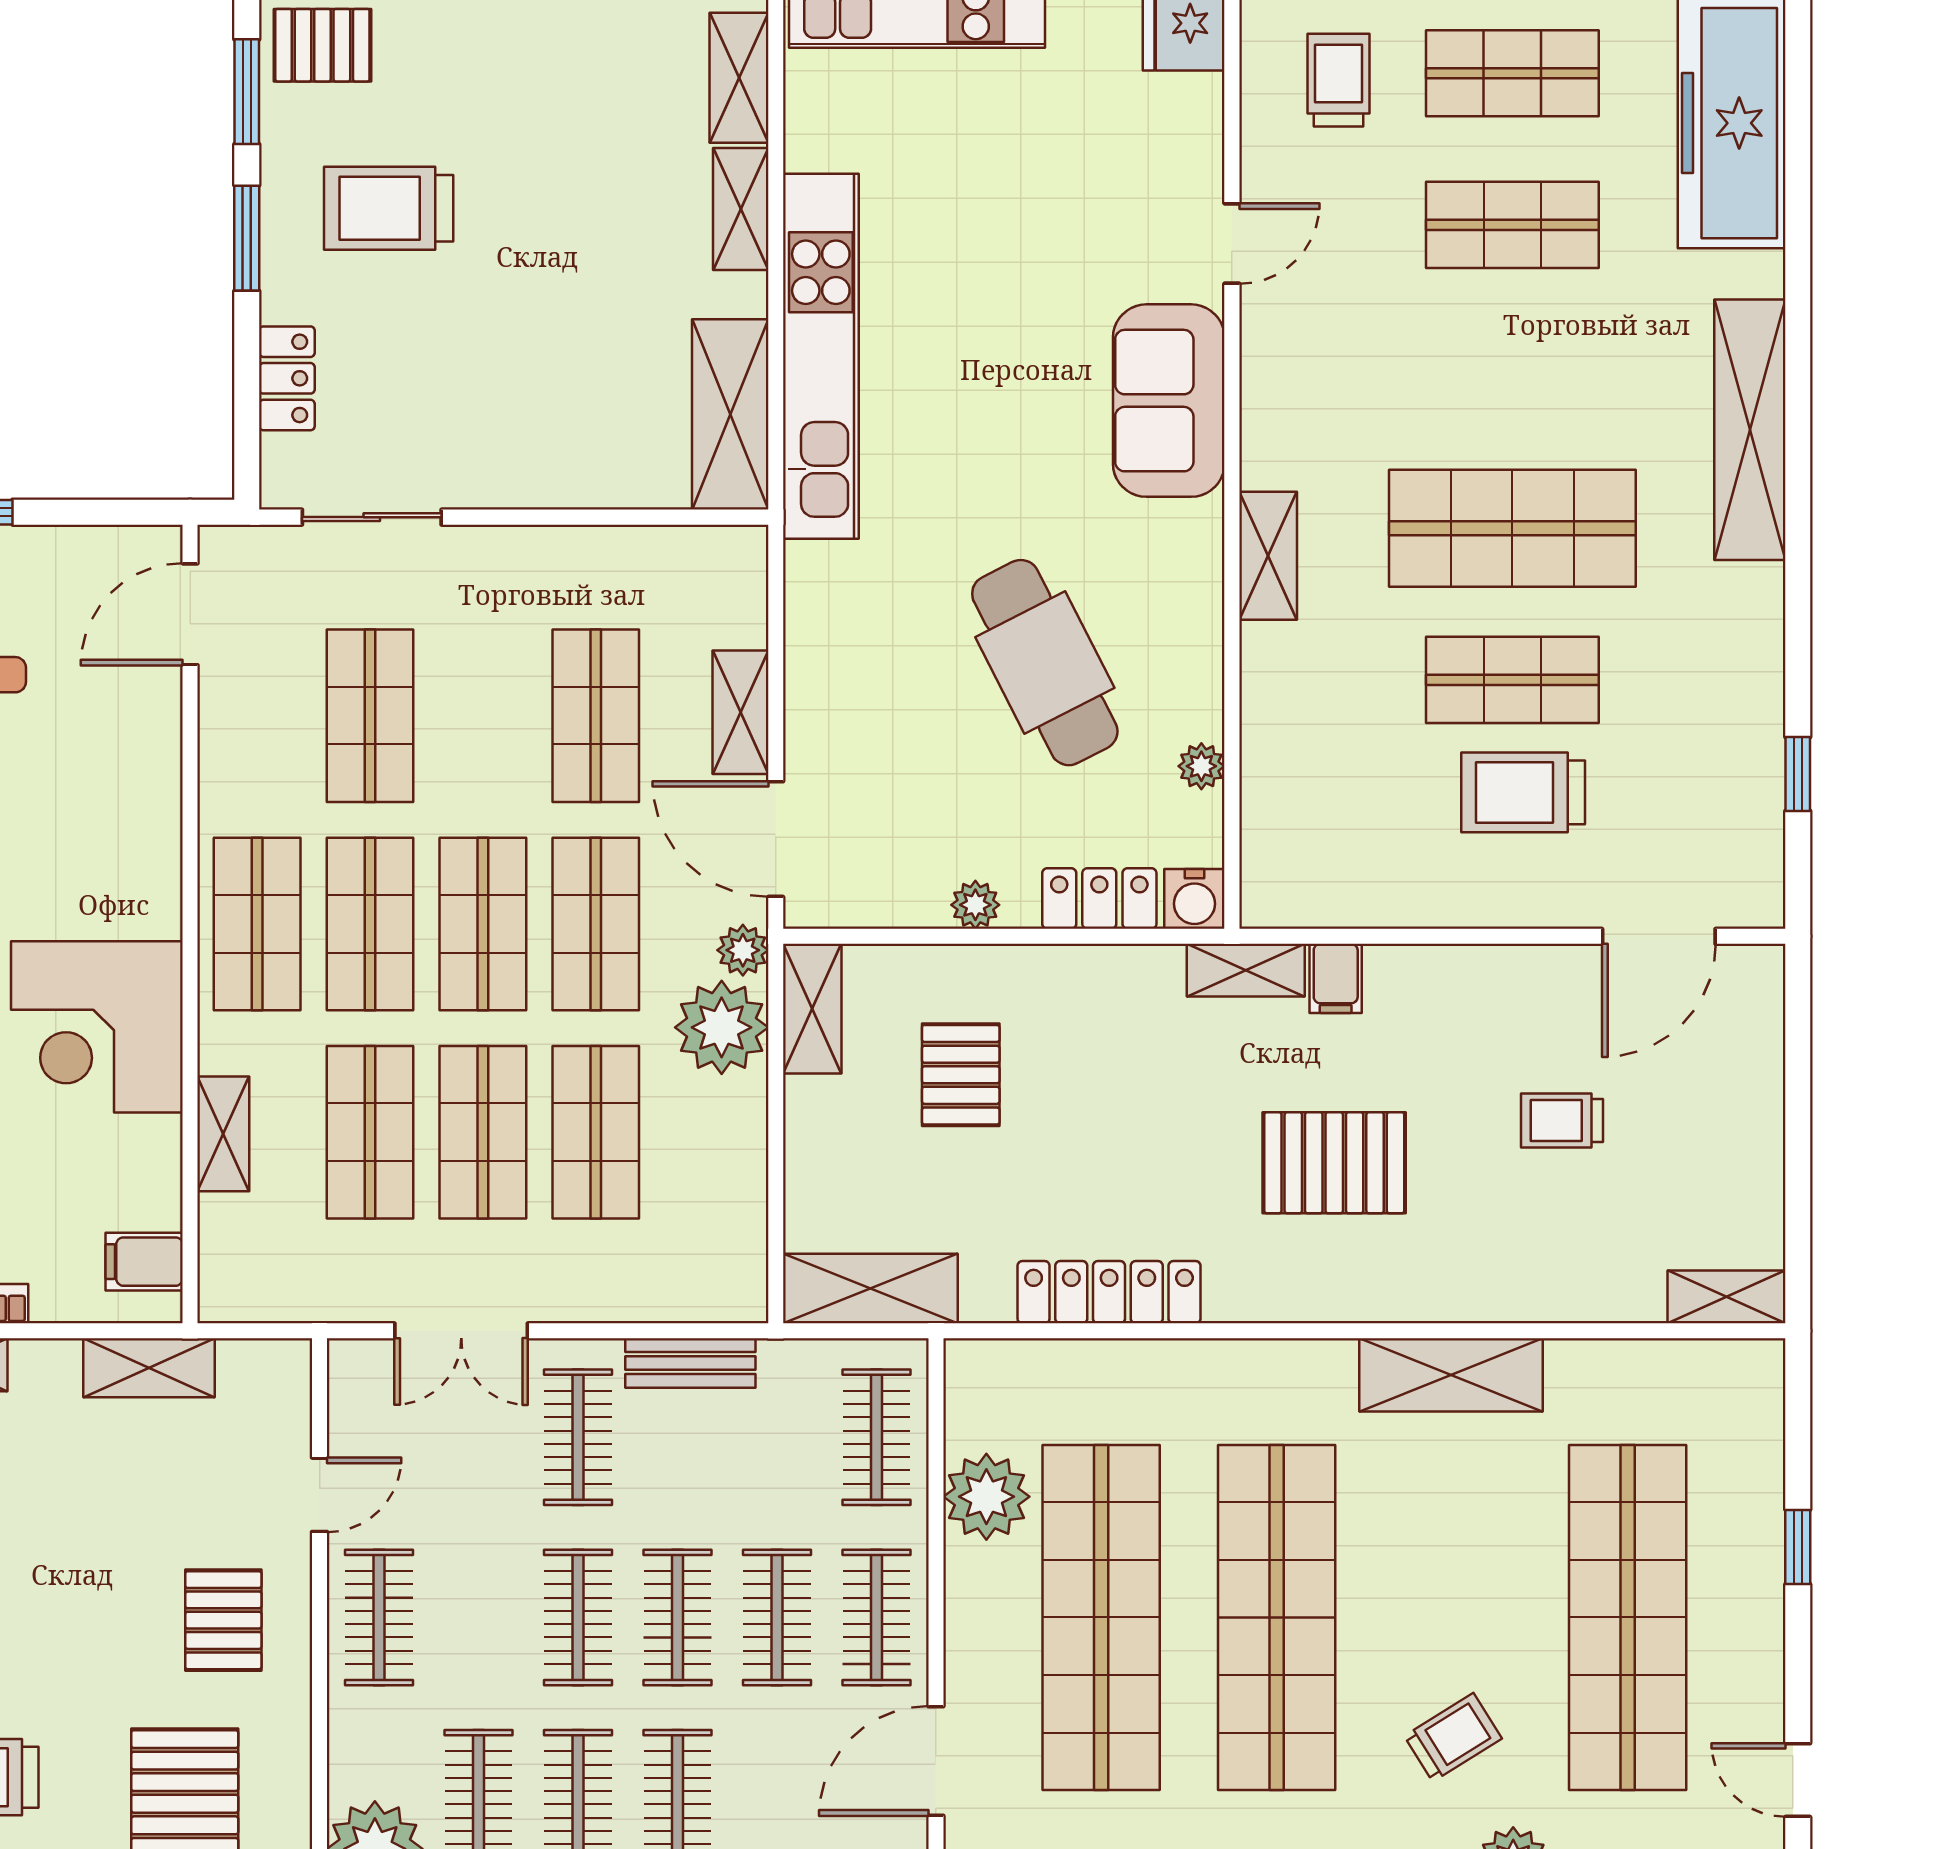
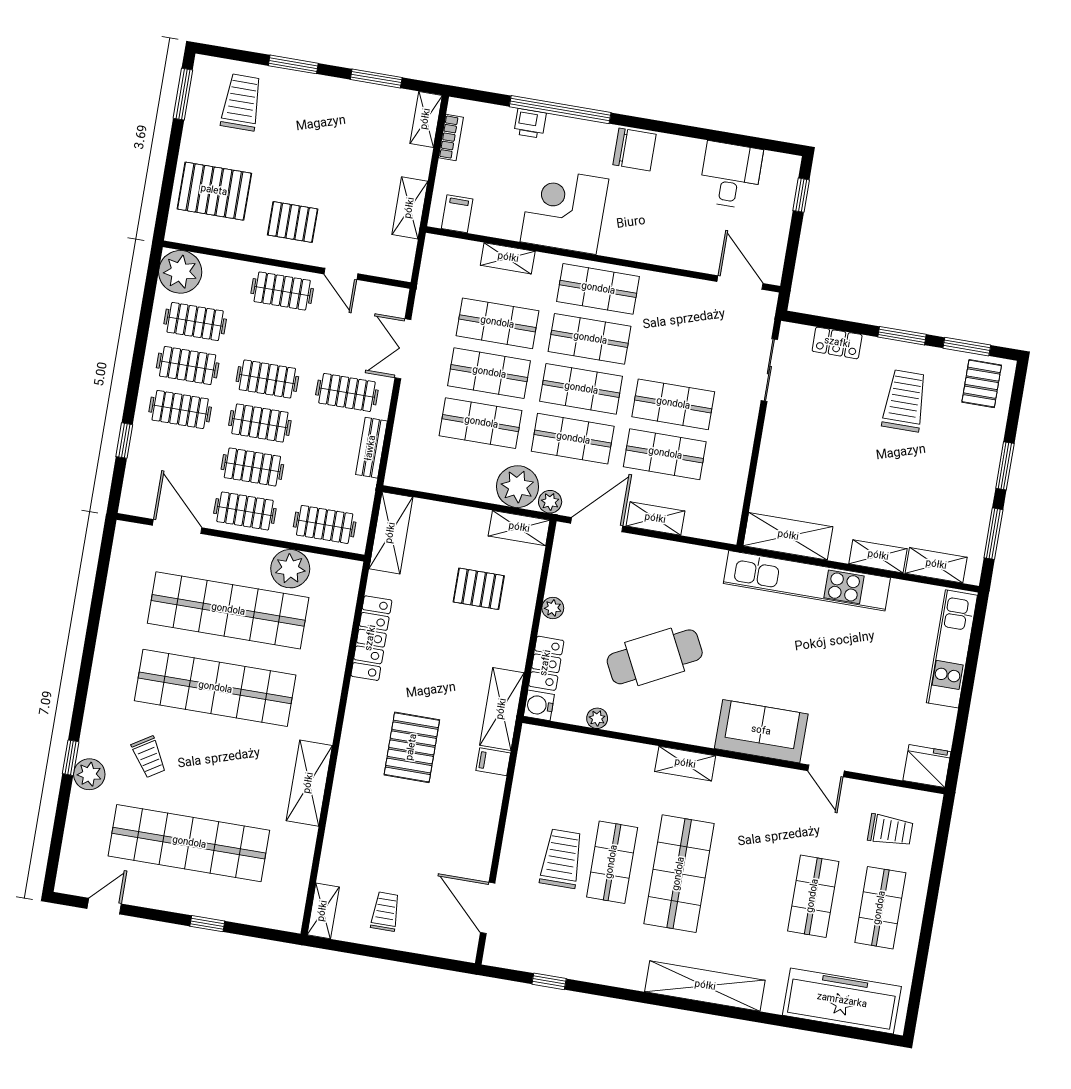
shop shelf: (370, 716) -> (673, 404), moved
shelving: (1246, 970) -> (502, 709), width x1.50, depth x1.33
trolley: (1562, 1121) -> (385, 912), moved

